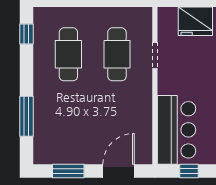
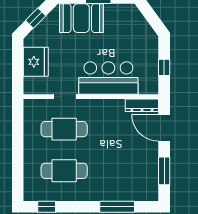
bar counter: (176, 130) -> (108, 78), moved
dresser: (145, 145) -> (142, 105), added

